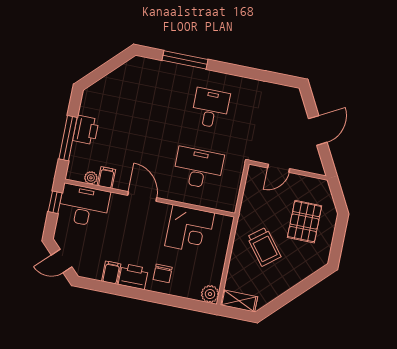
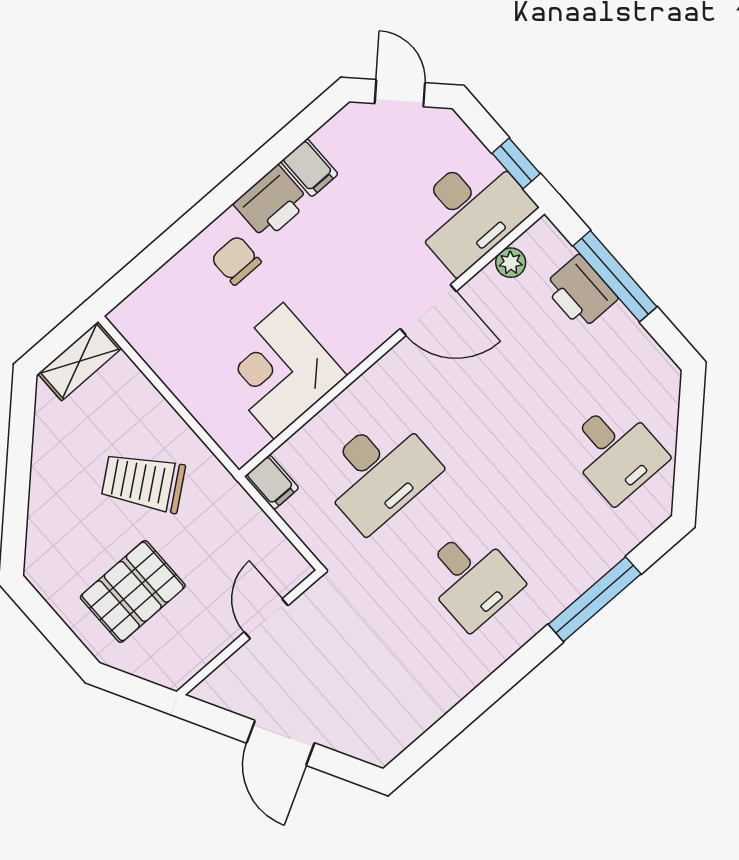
desk: (129, 92) -> (616, 452), added
printer: (86, 130) -> (580, 292), moved
filing cabinet: (106, 178) -> (272, 482), moved
door: (142, 196) -> (428, 310), moved
pallet: (305, 222) -> (133, 591), turned 90
door: (62, 261) -> (400, 93), hinge flipped
plant: (210, 294) -> (132, 318), removed

